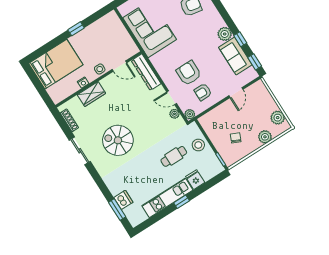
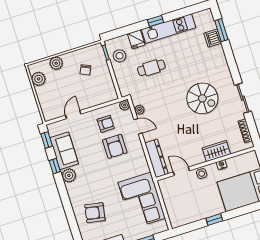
stool: (198, 145) -> (120, 56), moved

